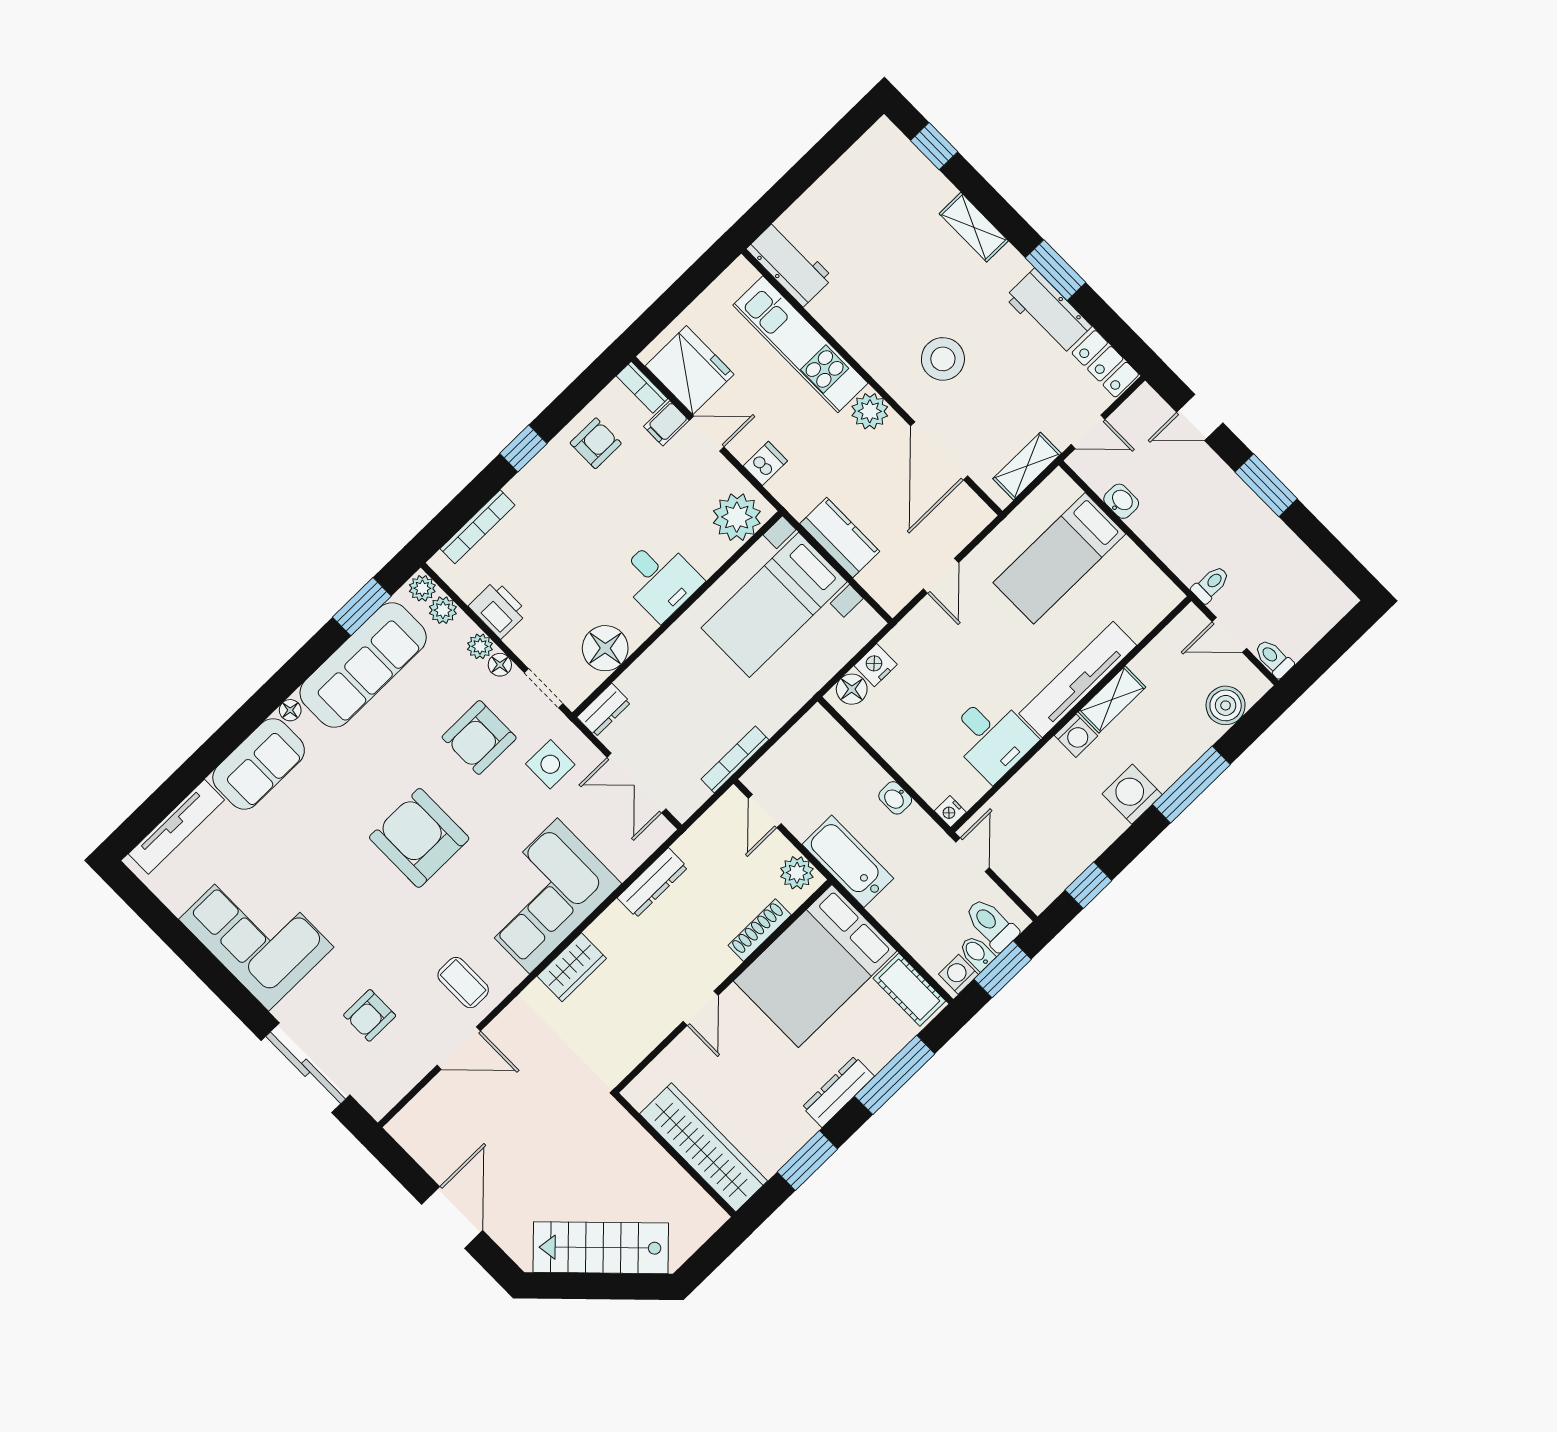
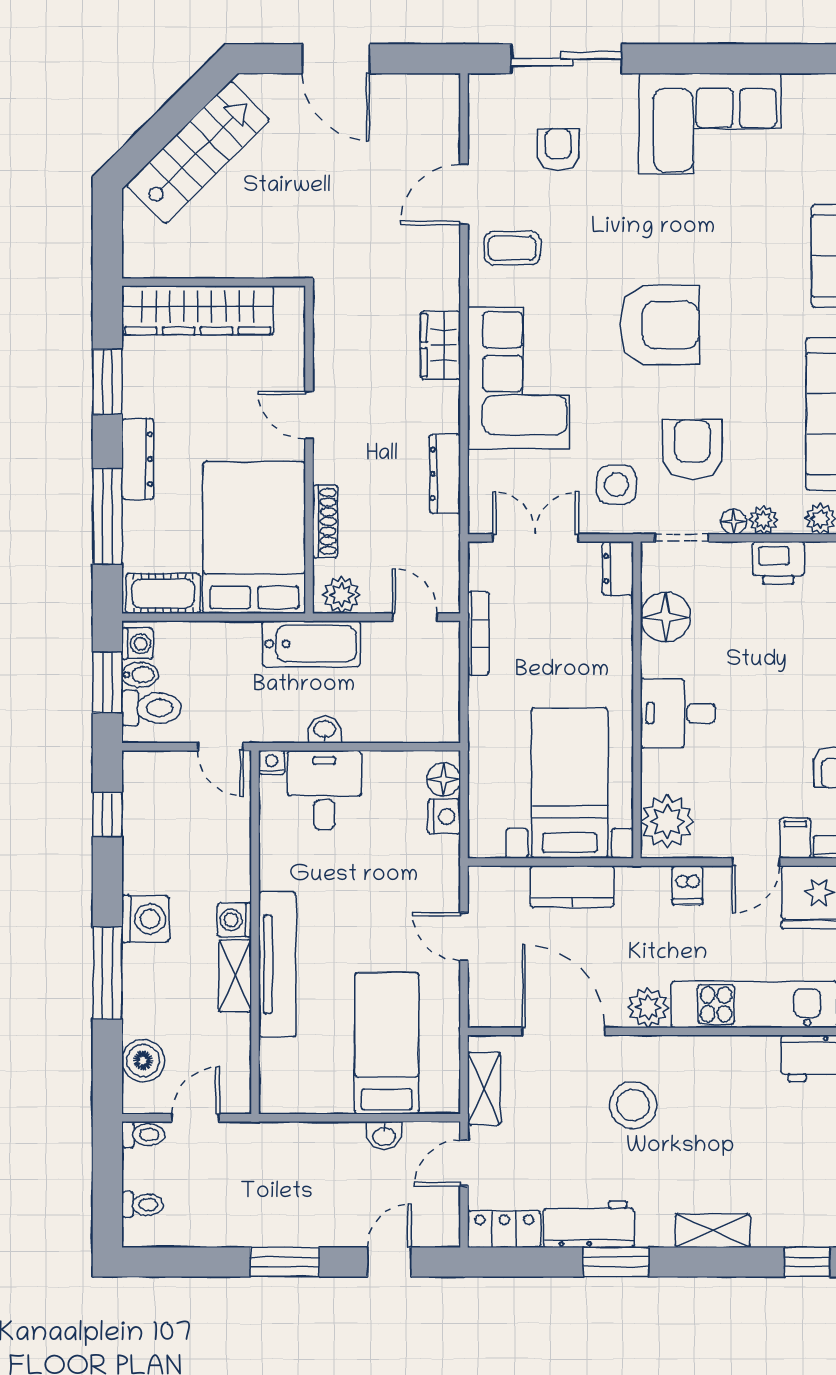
toilet: (1211, 584) -> (143, 1205), moved, turned -90
desk: (991, 737) -> (324, 790), moved, turned 90

